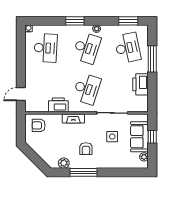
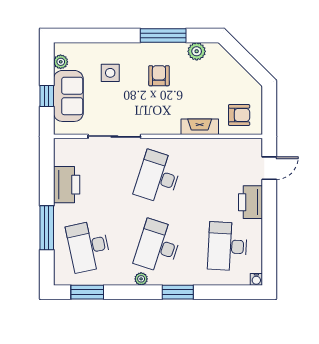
printer: (58, 105) -> (250, 202), moved, turned 90
fireplace: (73, 119) -> (200, 127), moved
side table: (112, 137) -> (110, 73), moved

